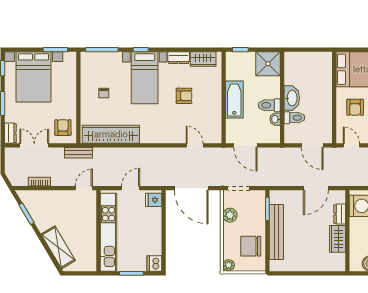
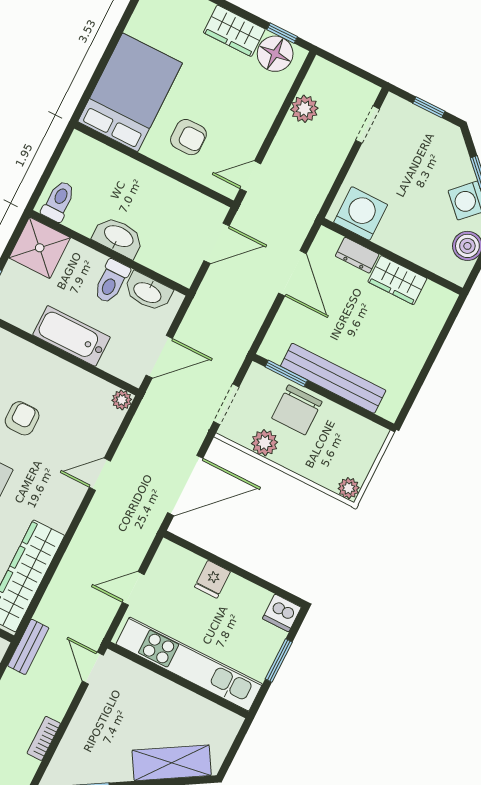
toilet: (294, 118) -> (59, 201), moved
washbasin: (275, 119) -> (148, 292), width x1.91, depth x1.45
plant: (216, 138) -> (122, 400), added
door: (195, 145) -> (100, 474), moved
door: (131, 188) -> (133, 588), hinge flipped
fridge: (154, 200) -> (212, 579), moved
chair: (251, 246) -> (297, 410), moved

